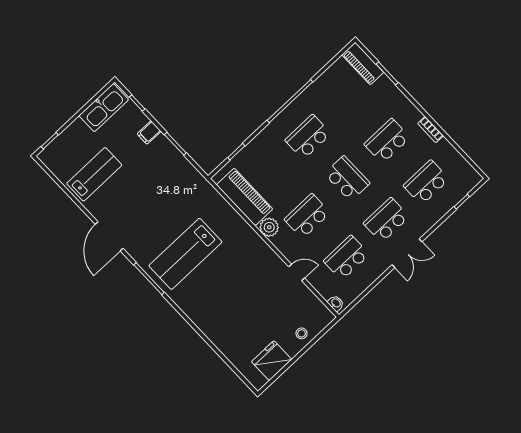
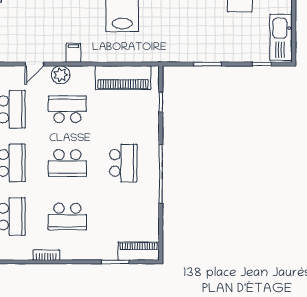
filing cabinet: (149, 132) -> (73, 53), moved
school desk: (387, 141) -> (67, 217), turned 90
school desk: (307, 216) -> (67, 109), turned -90
plant: (269, 227) -> (61, 75), moved

